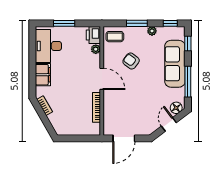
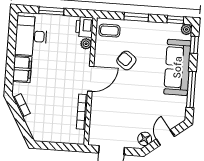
plant: (152, 31) -> (186, 29), moved
door: (102, 79) -> (91, 79), hinge flipped
floor lamp: (176, 108) -> (145, 139), moved

